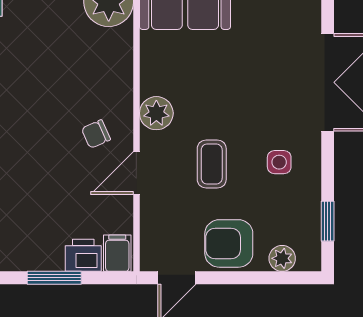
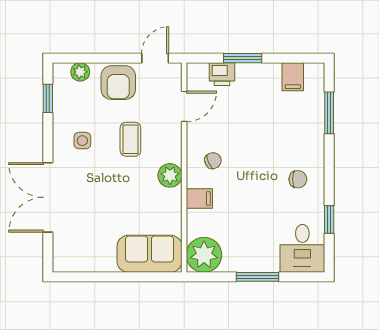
door: (136, 173) -> (184, 106), moved
armchair: (229, 243) -> (118, 83), turned 90
filing cabinet: (117, 253) -> (199, 198), moved, turned -90

